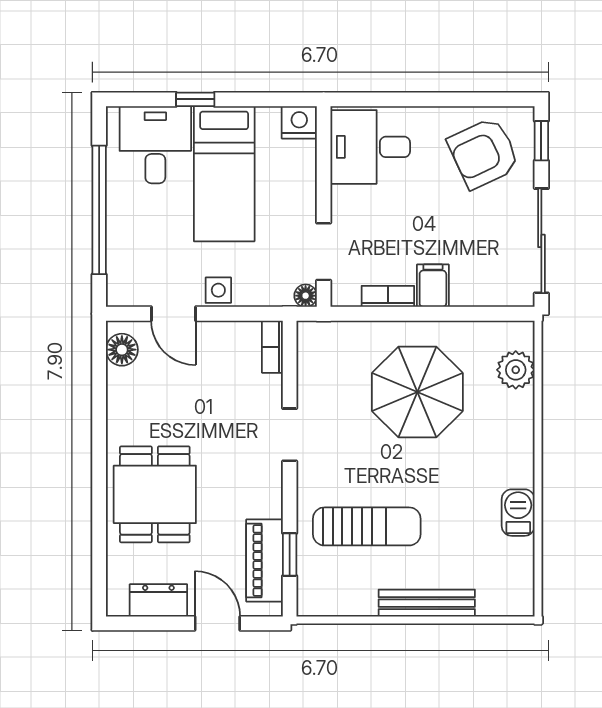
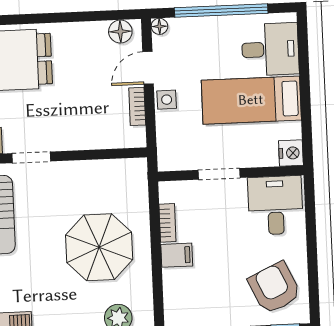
window: (195, 99) -> (304, 77), removed
doorway: (324, 252) -> (219, 174), moved
floor lamp: (306, 296) -> (159, 26), moved
bookcase: (272, 347) -> (137, 106), moved, turned -90
doorway: (290, 435) -> (31, 157), moved

